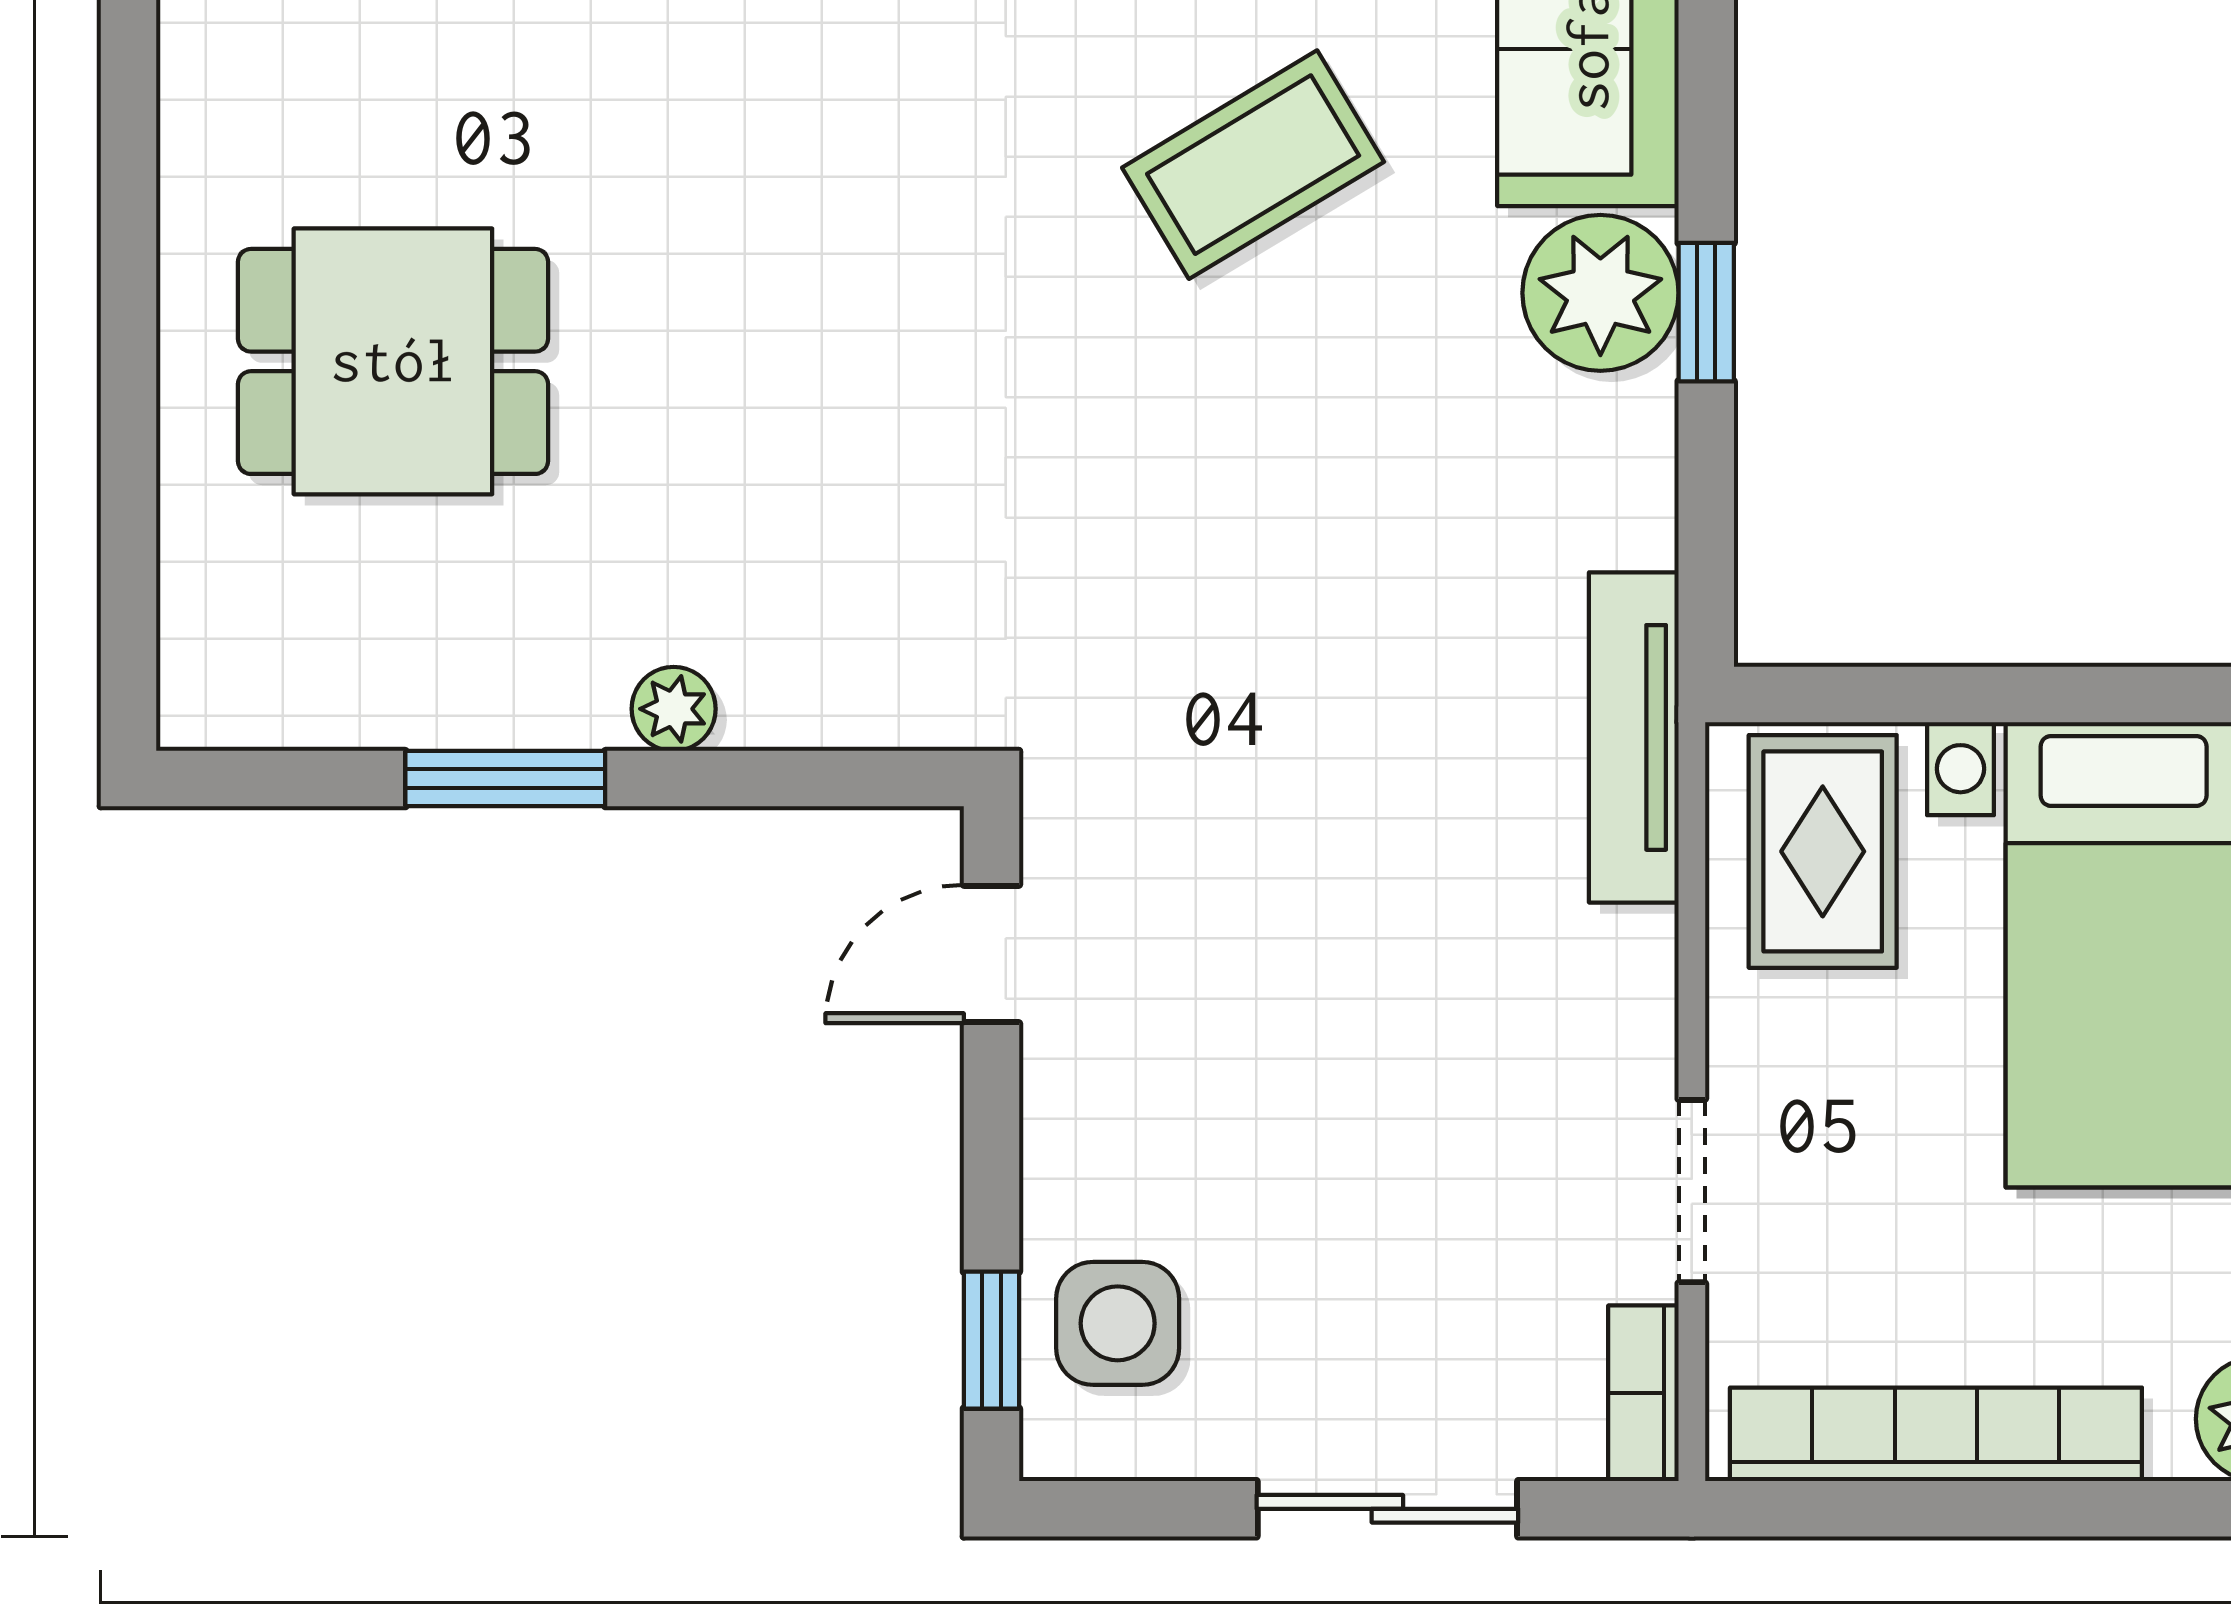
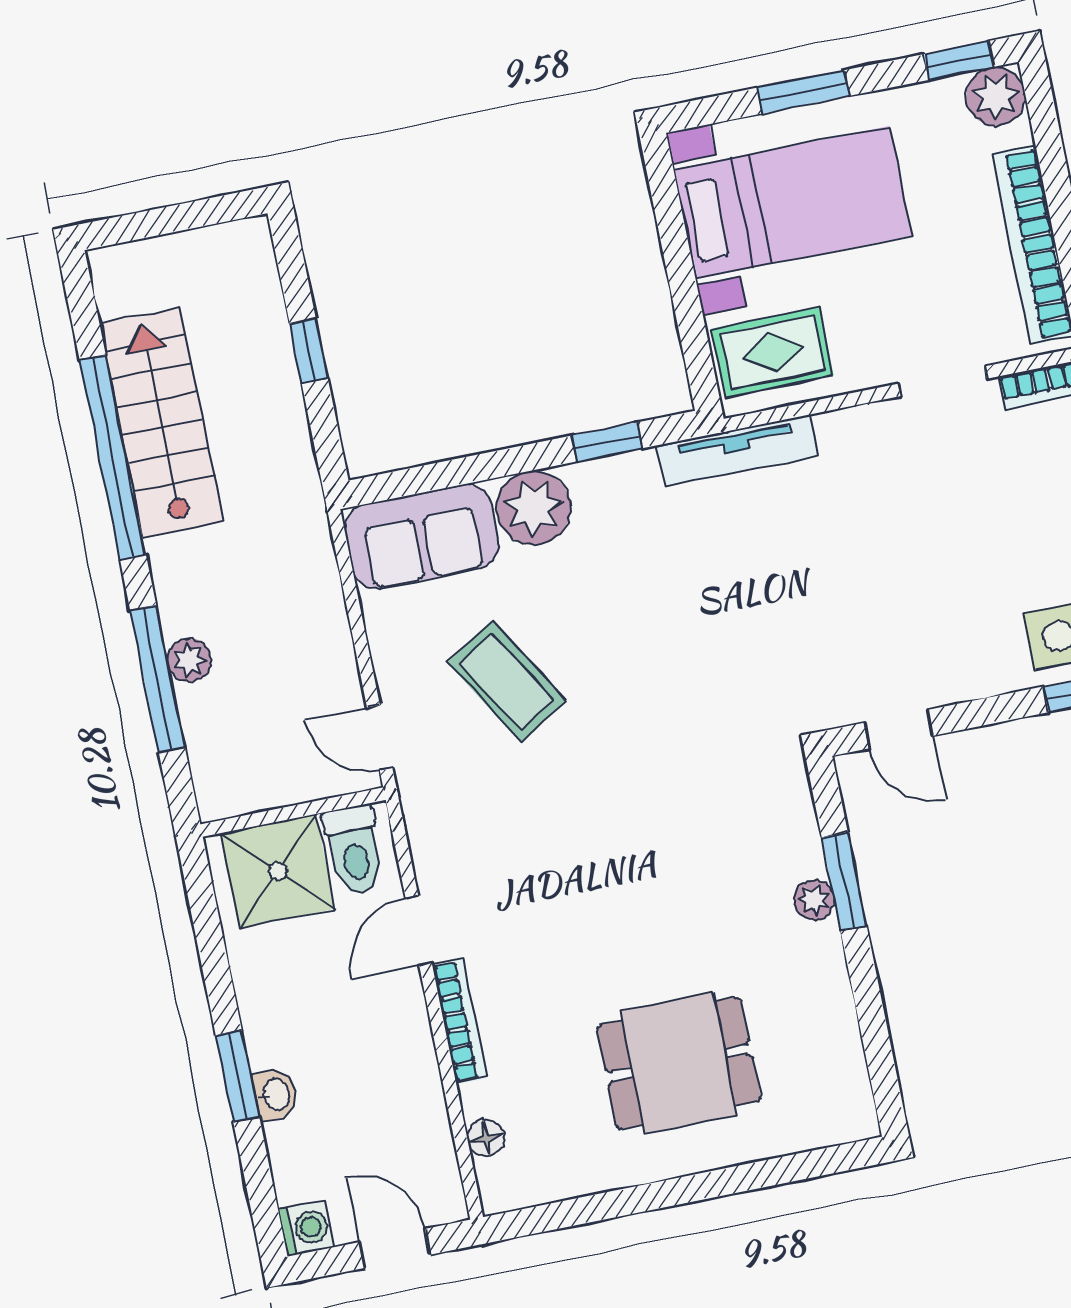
window: (1706, 312) -> (606, 442), moved
dining table: (393, 361) -> (679, 1063), turned 90
window: (505, 779) -> (844, 881), moved

